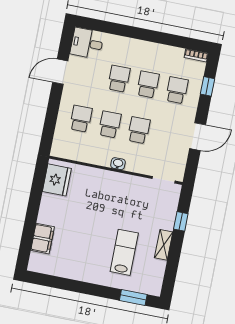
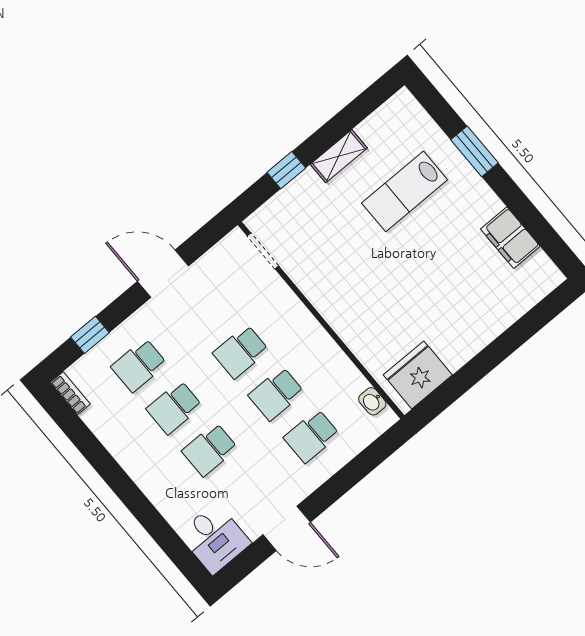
washbasin: (118, 164) -> (372, 401), moved
filing cabinet: (43, 239) -> (510, 238), moved, turned -90
window: (133, 297) -> (475, 151), moved

